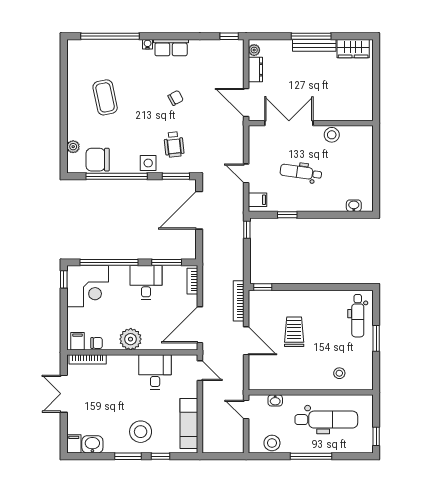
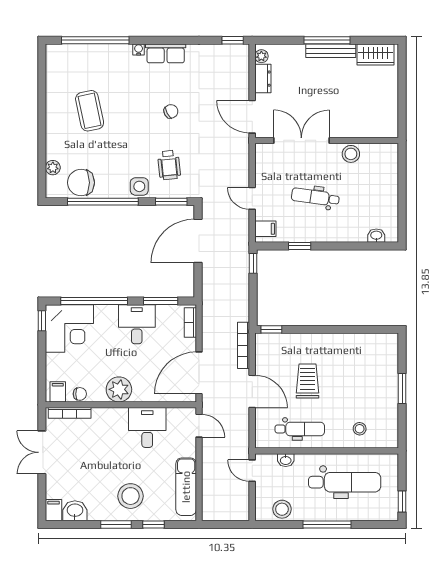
dental chair: (358, 316) -> (300, 429), moved, turned -90

